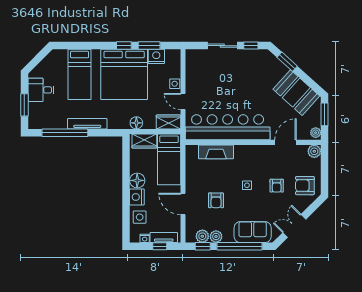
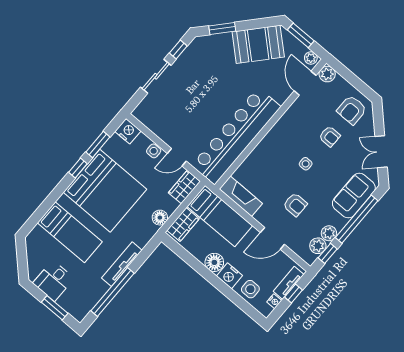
nightstand: (156, 56) -> (128, 131), moved, turned 90
door: (285, 142) -> (305, 83), moved
fireplace: (216, 152) -> (241, 196), moved, turned -90

